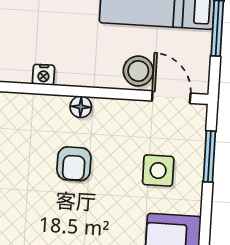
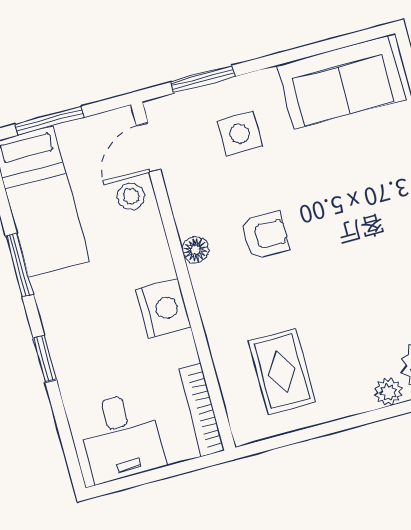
stool: (138, 71) -> (131, 196), width x0.73, depth x0.73
nightstand: (44, 75) -> (163, 309), width x1.89, depth x1.79

